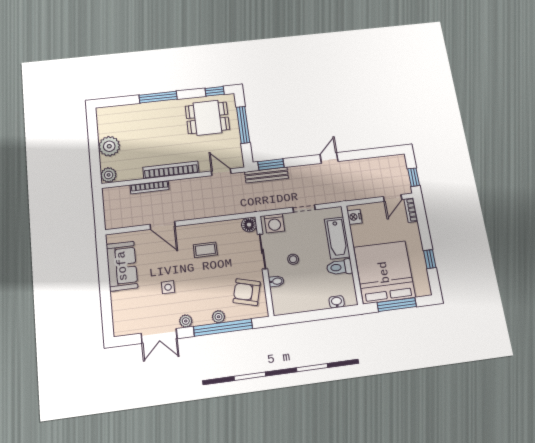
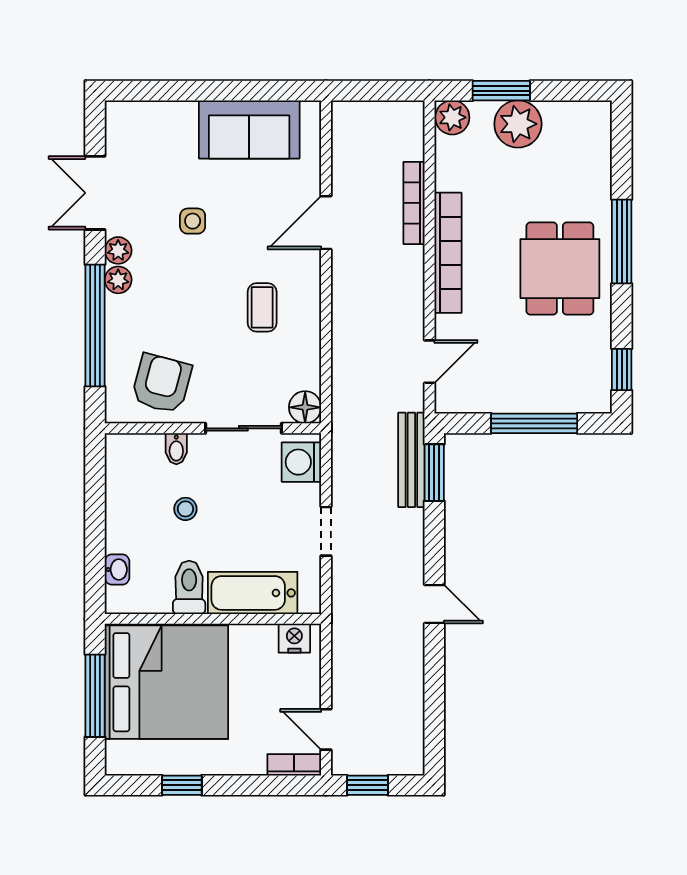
dining table: (207, 118) -> (560, 269), moved
window: (95, 155) -> (501, 91), added
stool: (293, 259) -> (185, 509), moved
plant: (219, 317) -> (118, 280), moved

